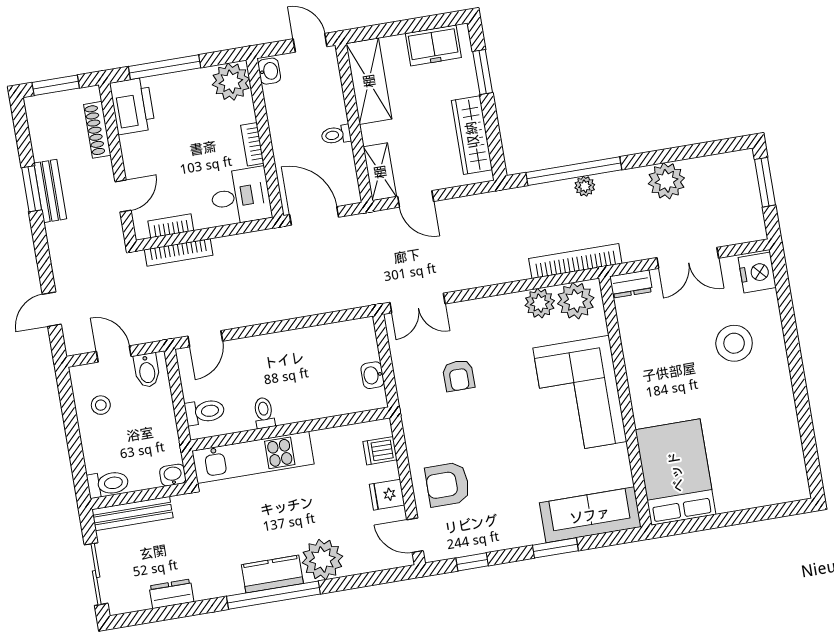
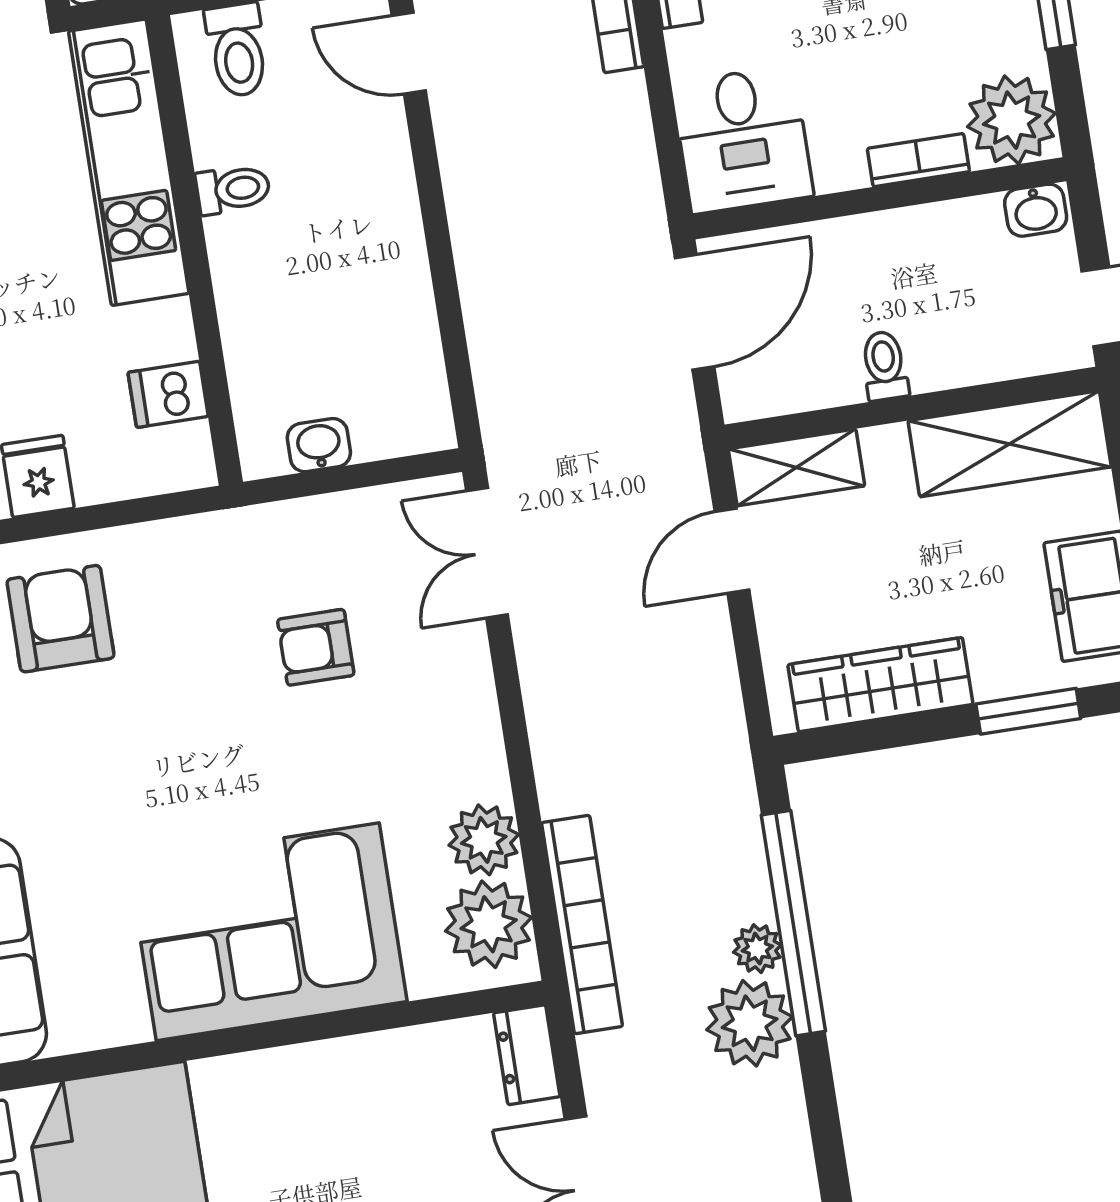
bookcase: (252, 144) -> (918, 160), moved
plant: (666, 181) -> (750, 1023), moved
dishwasher: (380, 451) -> (168, 394), moved, turned -90

